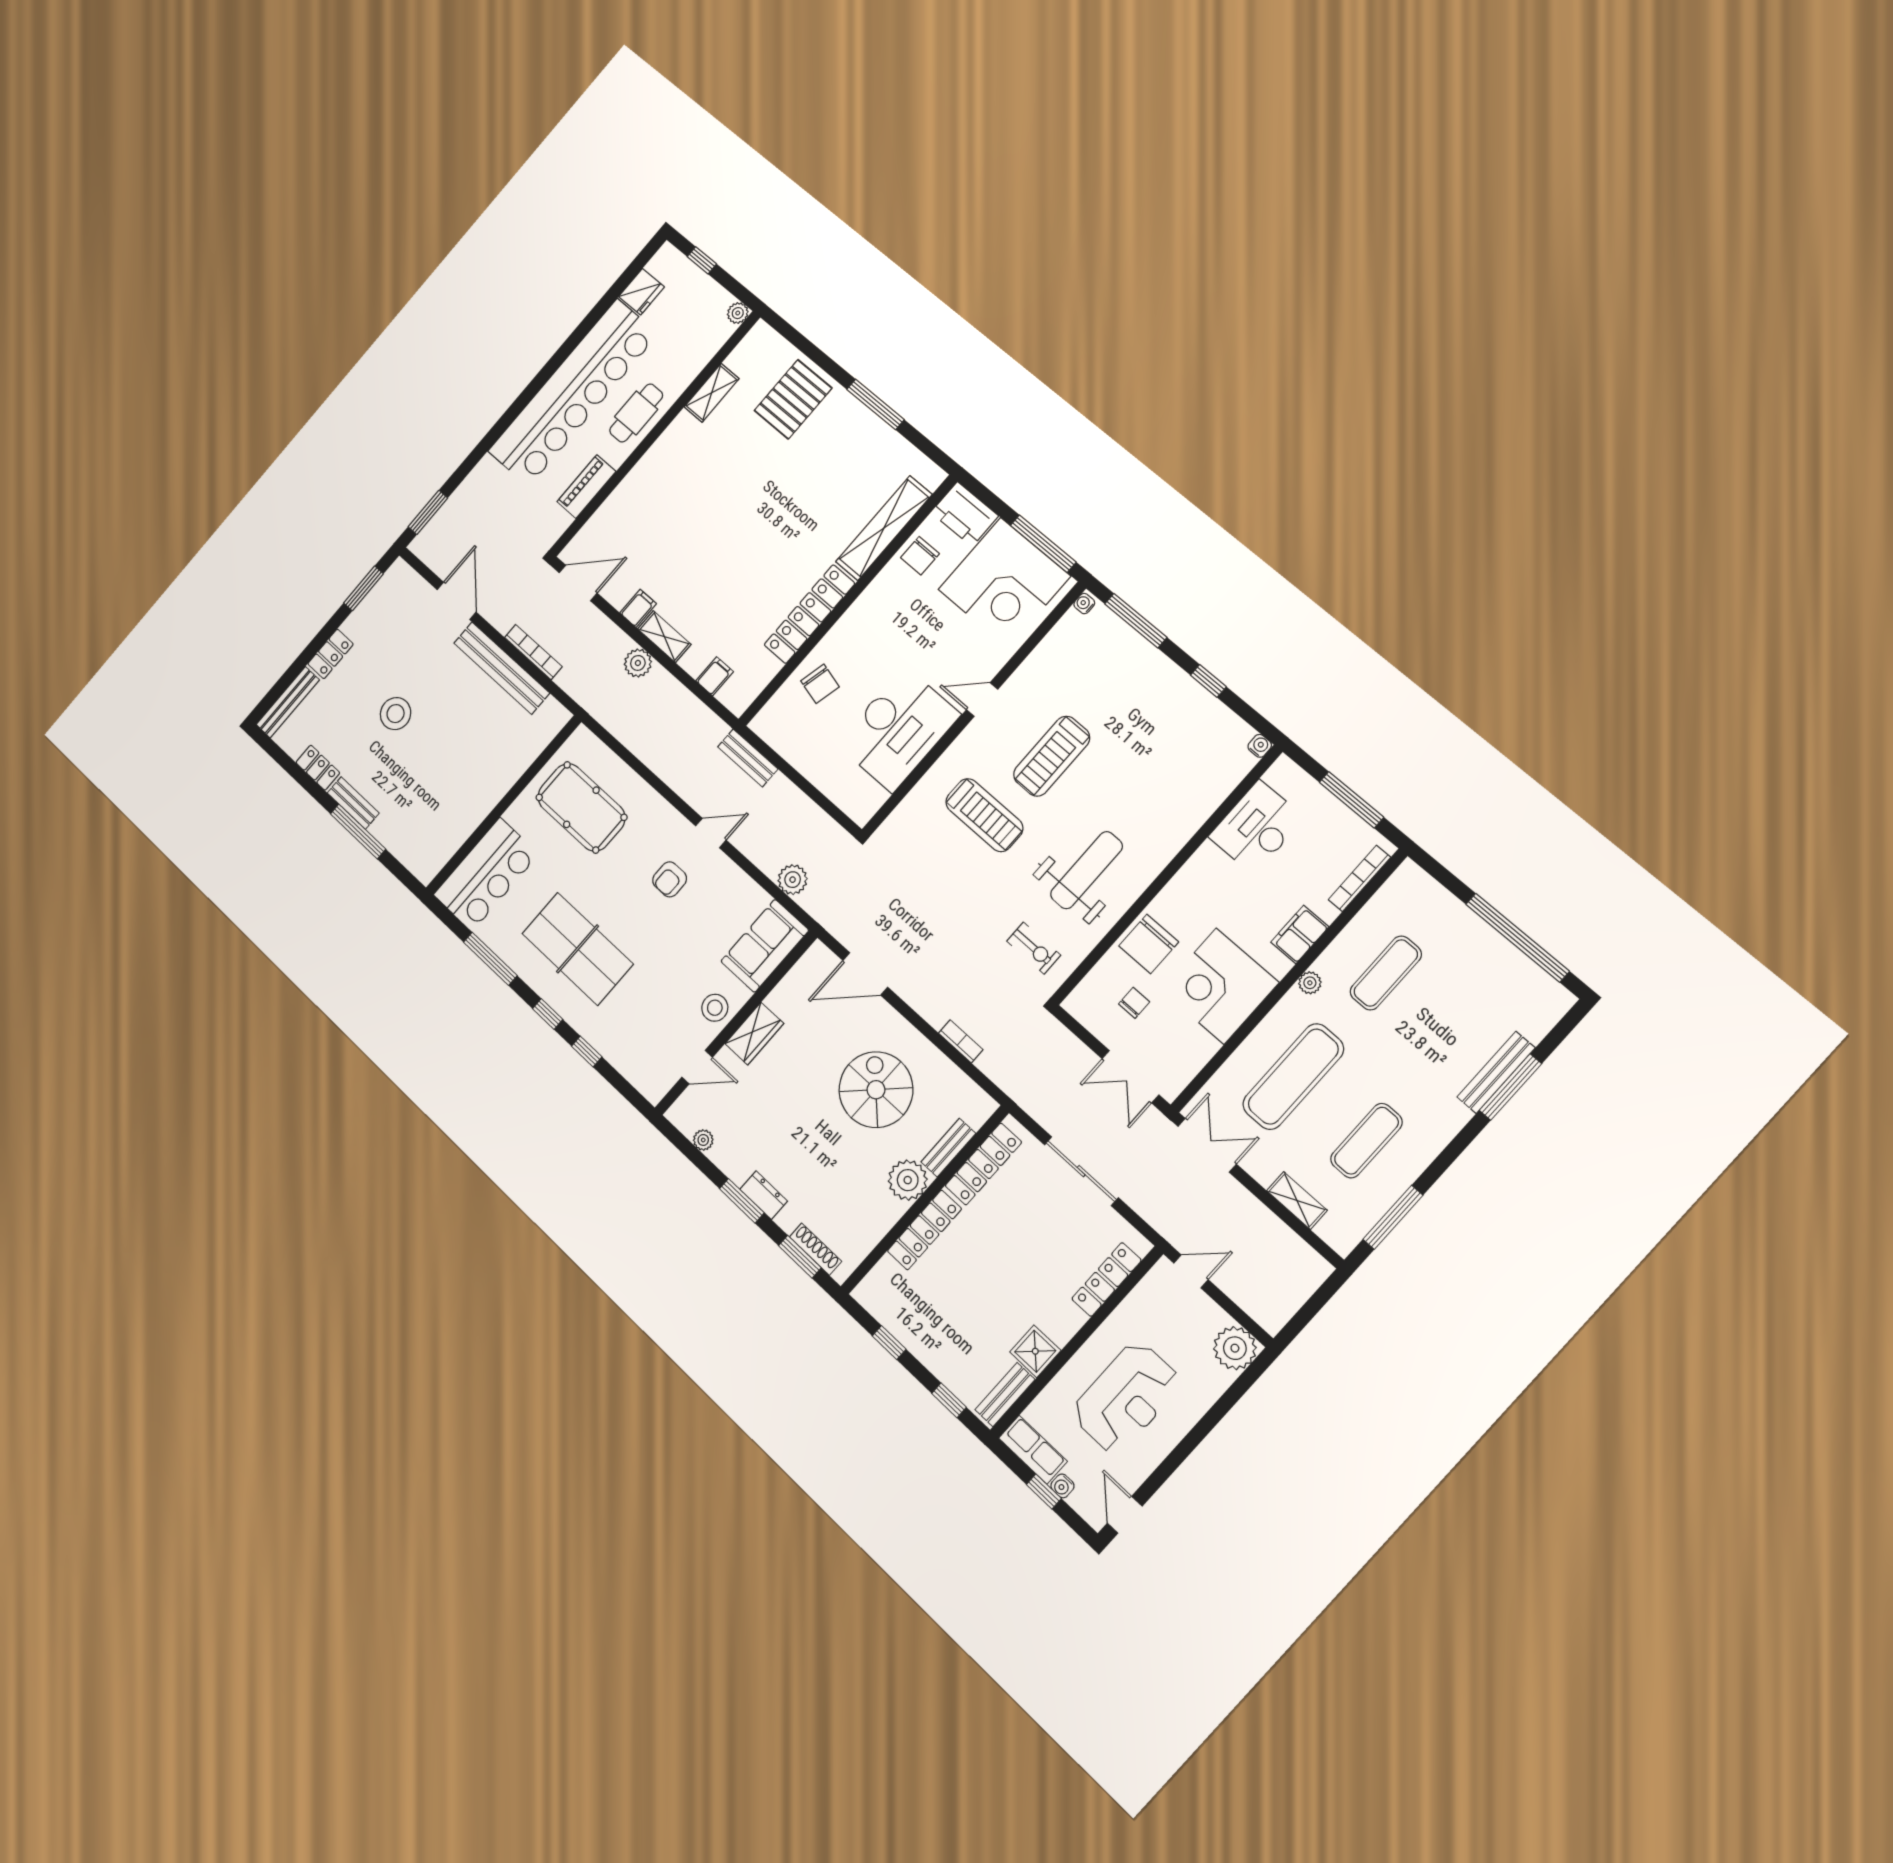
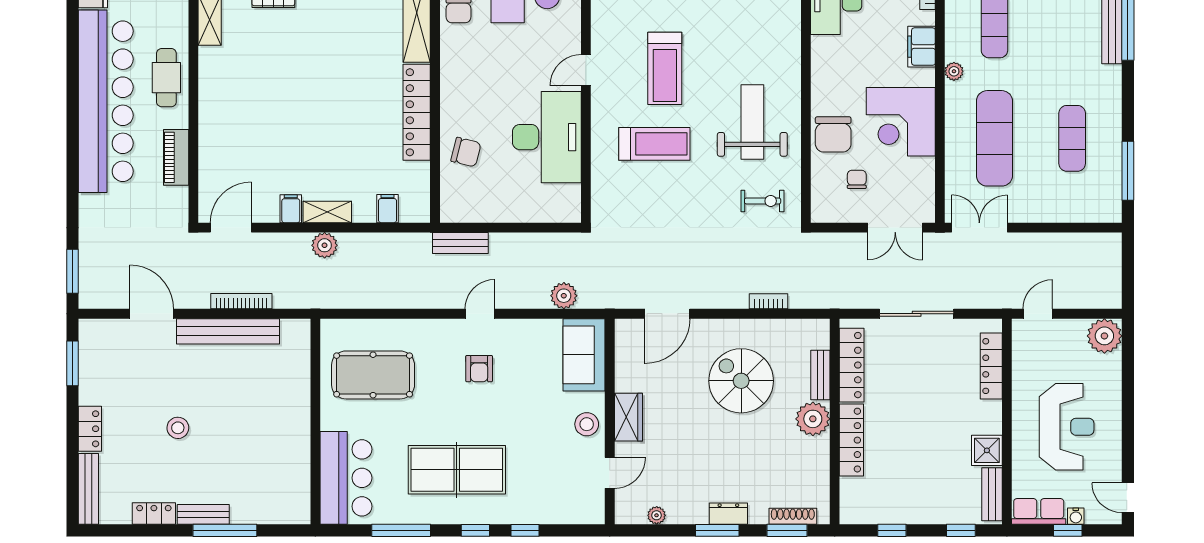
stool: (396, 714) -> (178, 428), width x0.73, depth x0.73
shelving: (1297, 1200) -> (1063, 212), removed

